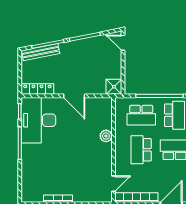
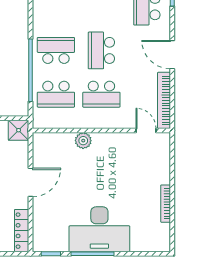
school desk: (141, 115) -> (56, 94), turned 90
desk: (38, 120) -> (99, 229), moved

